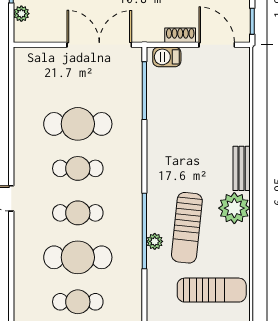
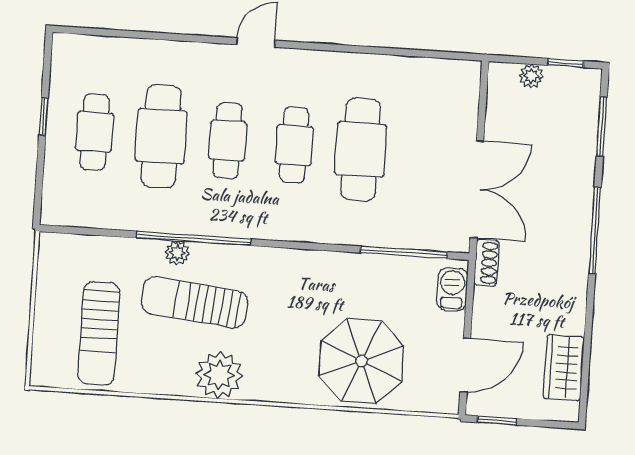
shoe rack: (180, 35) -> (486, 263), moved
parasol: (219, 114) -> (361, 361), added
bench: (242, 168) -> (278, 390), removed

